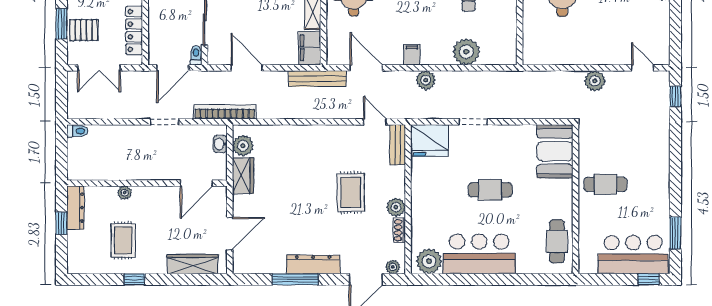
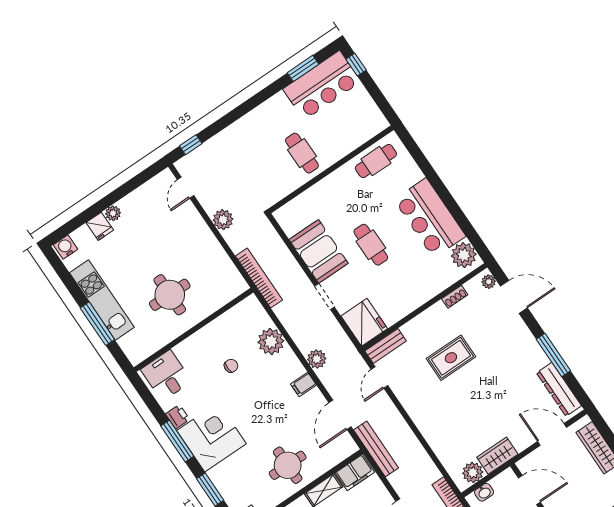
bookcase: (526, 78) -> (259, 278), added
booth: (555, 151) -> (319, 251), moved, turned 90
plant: (396, 207) -> (438, 312), removed
bar counter: (633, 255) -> (322, 85), moved, turned -90
dresser: (313, 264) -> (559, 389), moved

